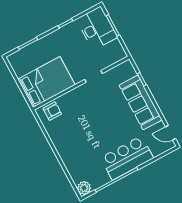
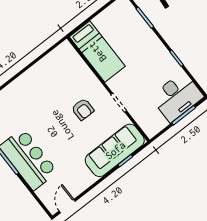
bed: (46, 82) -> (97, 52), width x0.67
sofa: (141, 103) -> (115, 150), moved
armchair: (52, 111) -> (83, 109), moved

